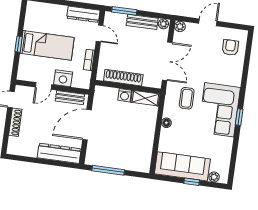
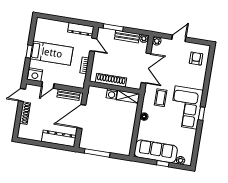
nightstand: (63, 78) -> (35, 75), moved

